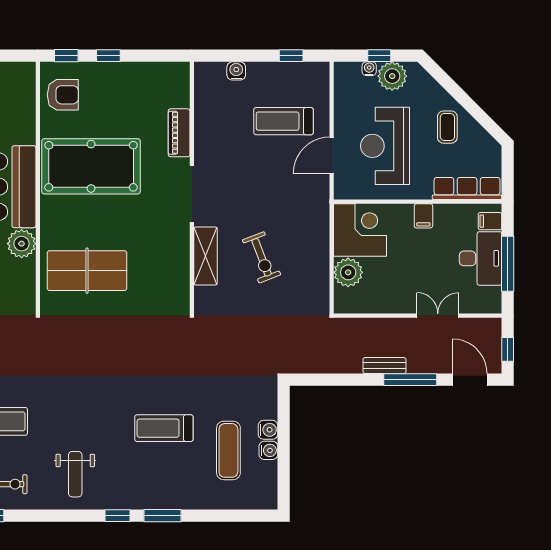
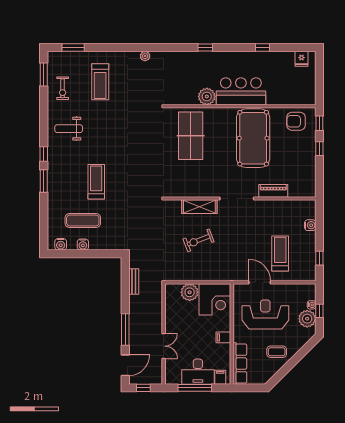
armchair: (63, 95) -> (296, 121), turned 90
bench: (384, 366) -> (134, 281), moved
water cooler: (268, 430) -> (61, 244), moved

